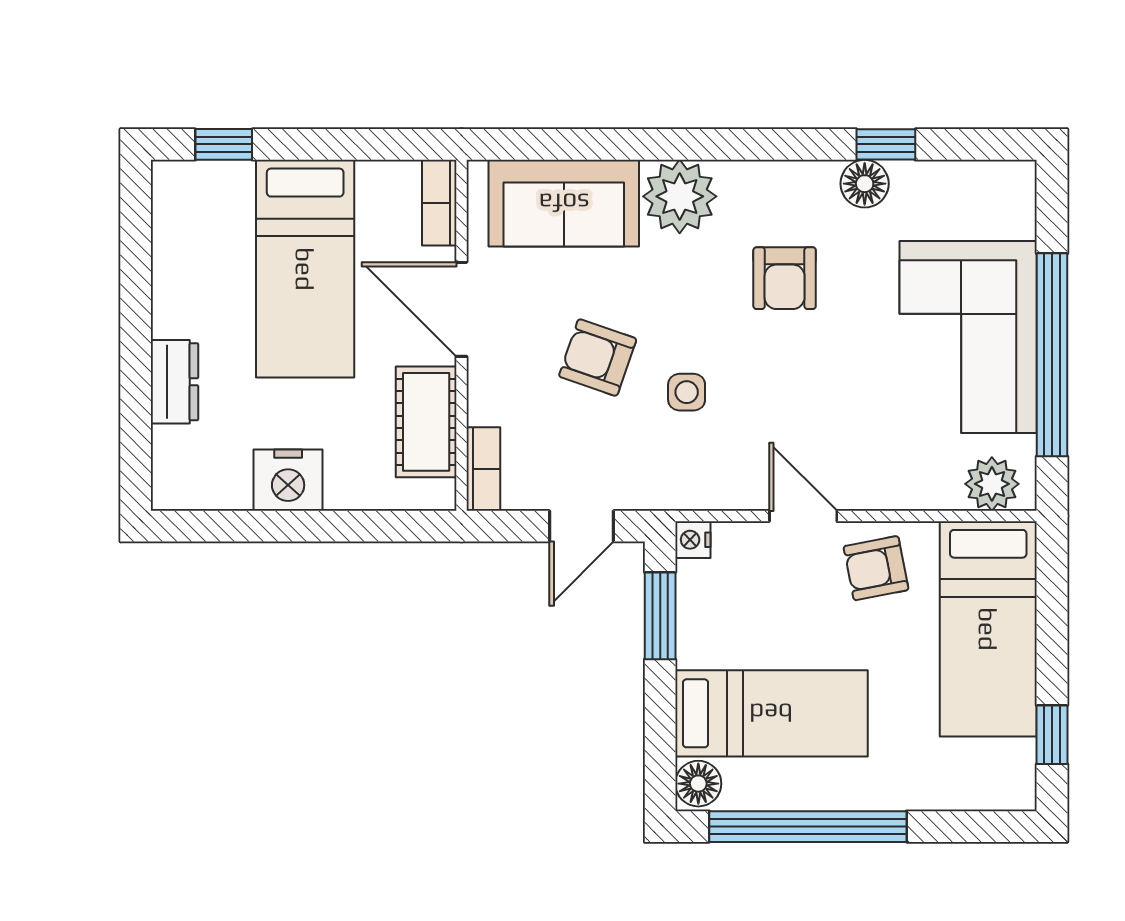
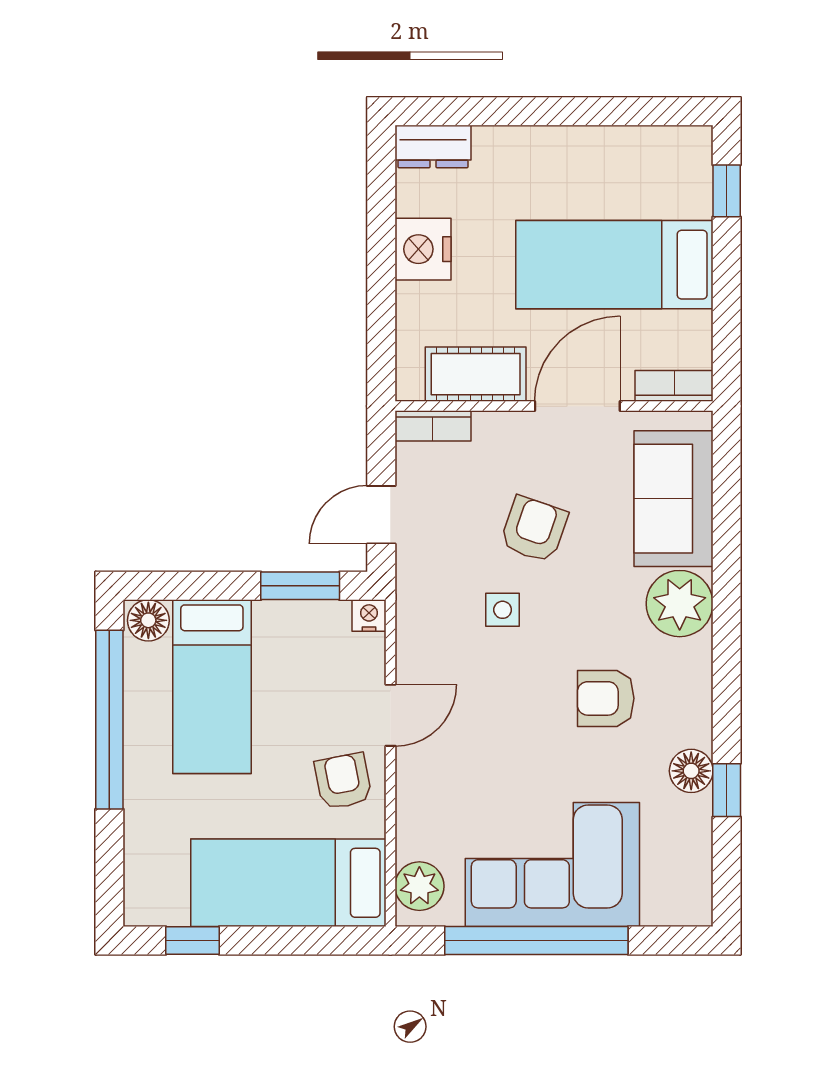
dresser: (175, 382) -> (433, 146), moved
door: (581, 526) -> (381, 515), hinge flipped

